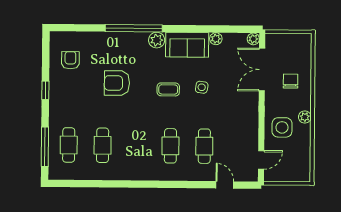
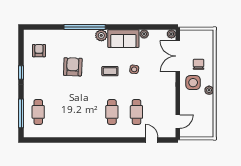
armchair: (117, 83) -> (73, 67), turned 92
side table: (282, 127) -> (193, 83), moved
cafe table: (103, 145) -> (63, 112), removed

